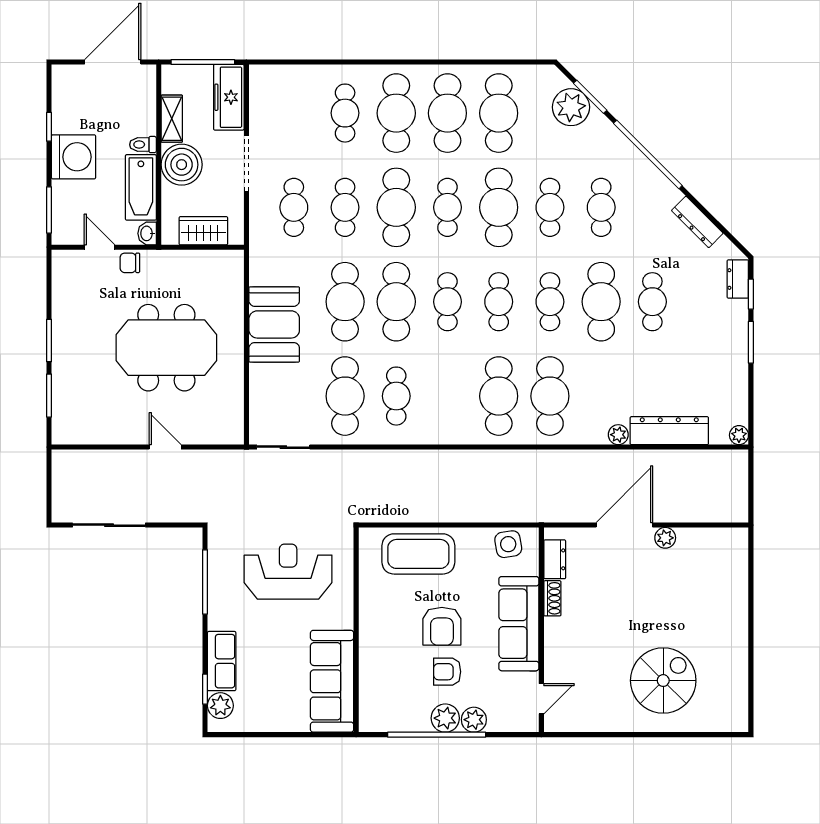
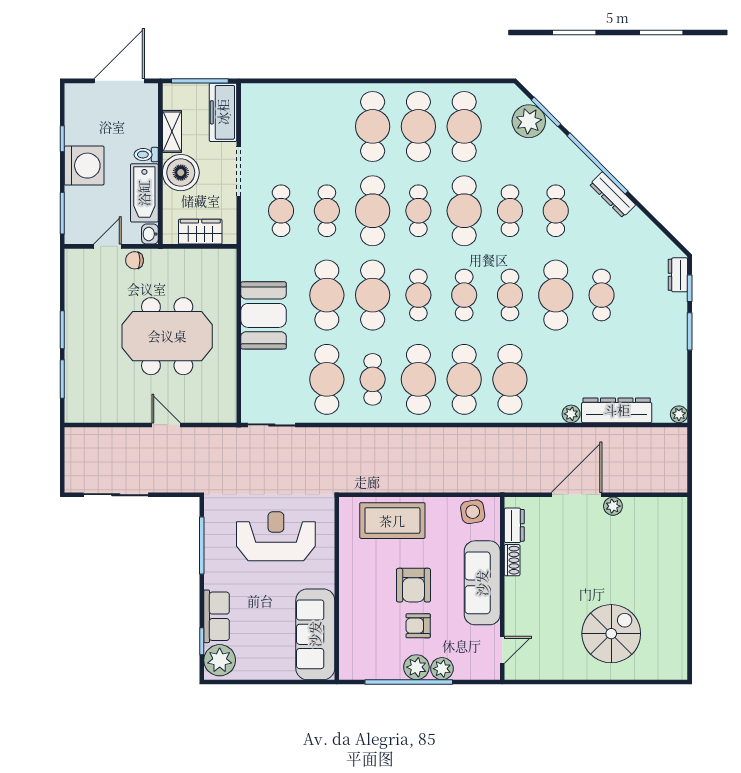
cafe table: (345, 113) -> (418, 379), moved, width x1.37, depth x1.35
dresser: (697, 222) -> (613, 195), moved
door: (100, 247) -> (107, 246), hinge flipped
plant: (220, 706) -> (220, 660), width x1.36, depth x1.36

